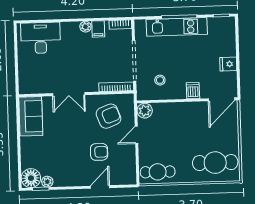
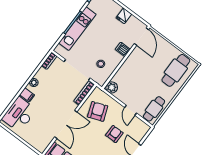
filing cabinet: (98, 29) -> (27, 95), moved
double door: (69, 94) -> (66, 124), width x1.37
door: (136, 135) -> (131, 110), moved

